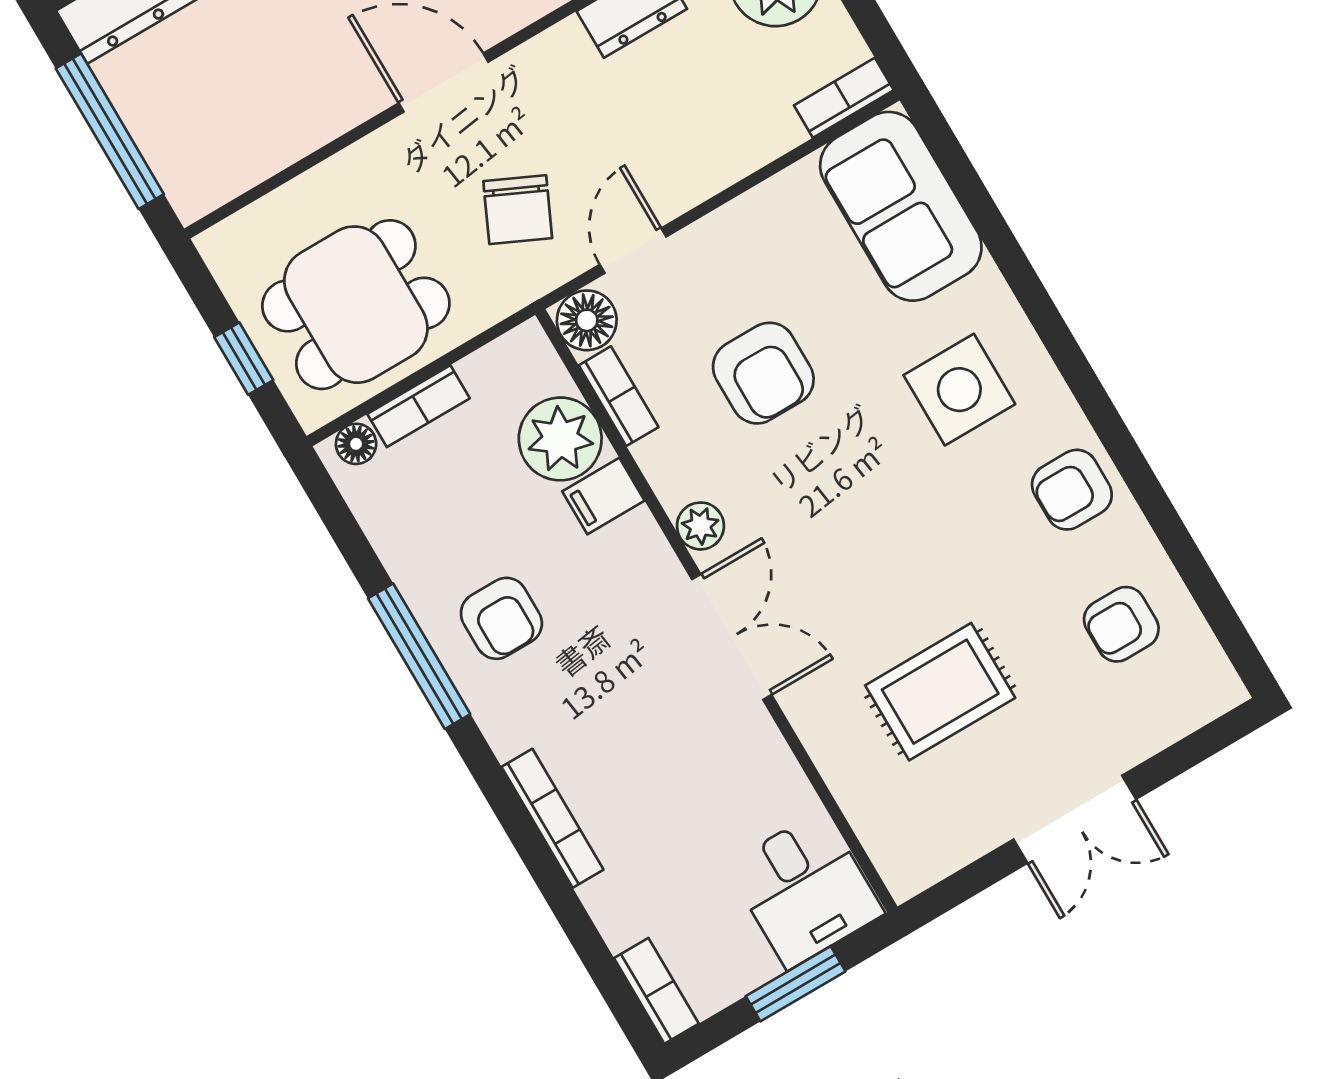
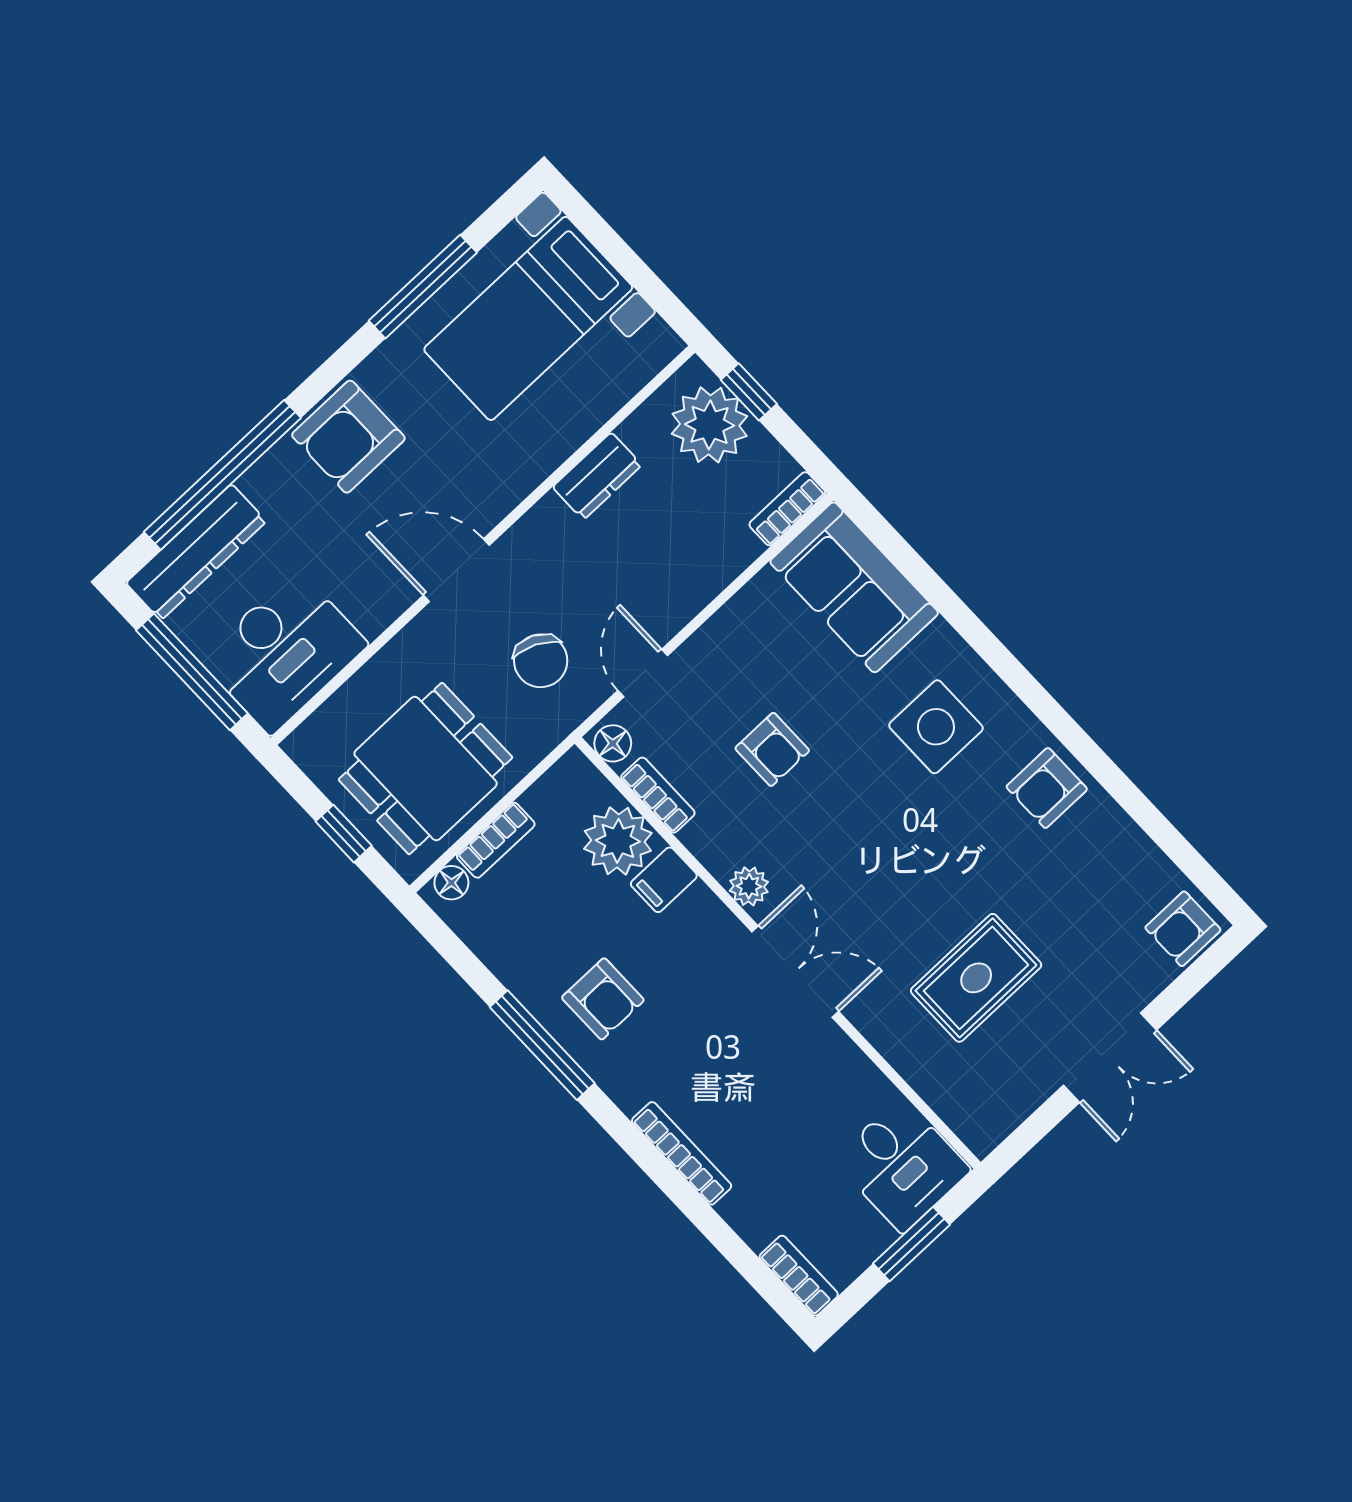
desk: (222, 132) -> (284, 652), added
floor lamp: (587, 320) -> (613, 743), width x0.73, depth x0.73
armchair: (763, 373) -> (772, 749), width x0.72, depth x0.72
armchair: (1121, 624) -> (1183, 929), moved

